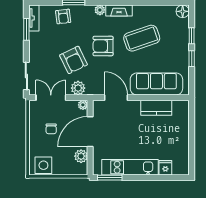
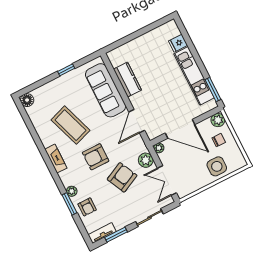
plant: (100, 10) -> (72, 191), moved
armchair: (63, 17) -> (87, 207), turned 97
window: (192, 36) -> (45, 81), removed
armchair: (103, 46) -> (96, 157), turned 90
sliding door: (26, 76) -> (149, 218), moved
chair: (51, 129) -> (219, 140), moved
plant: (81, 156) -> (218, 120), moved
side table: (43, 165) -> (217, 166), moved

